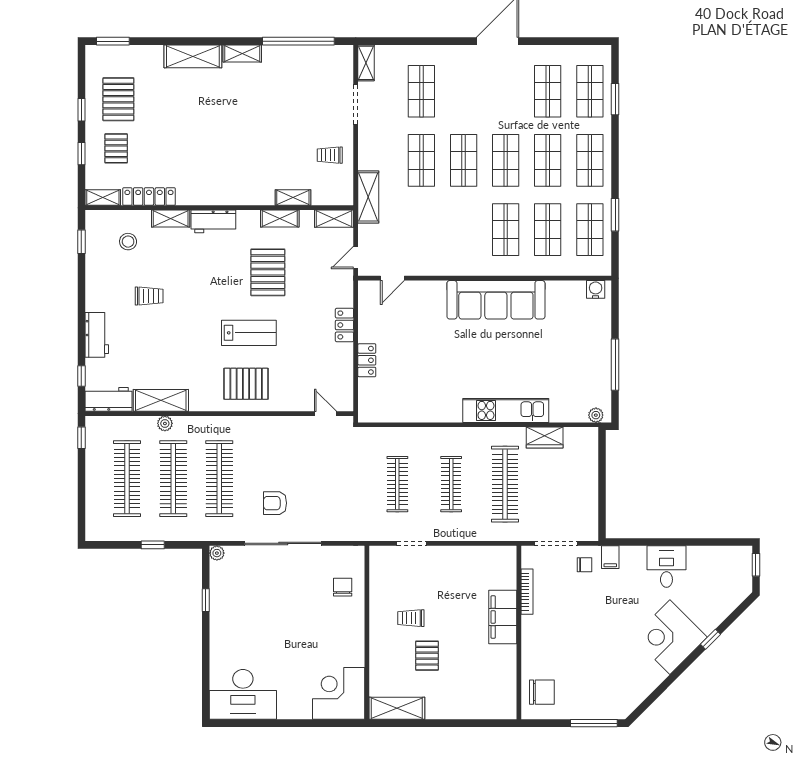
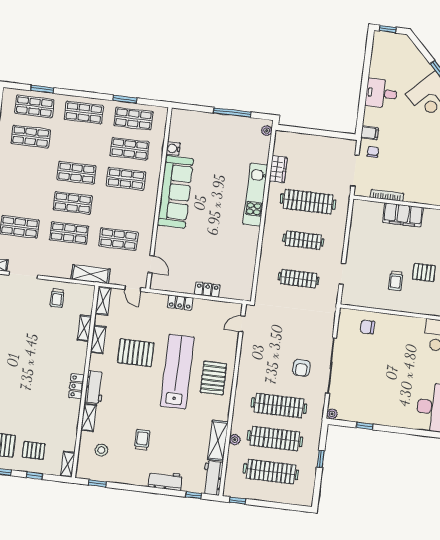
shop shelf: (548, 160) -> (119, 239), moved
locker: (149, 197) -> (76, 386), moved, width x0.66
water cooler: (596, 289) -> (173, 149), moved
lab bench: (249, 333) -> (177, 372), width x1.86, depth x1.39

